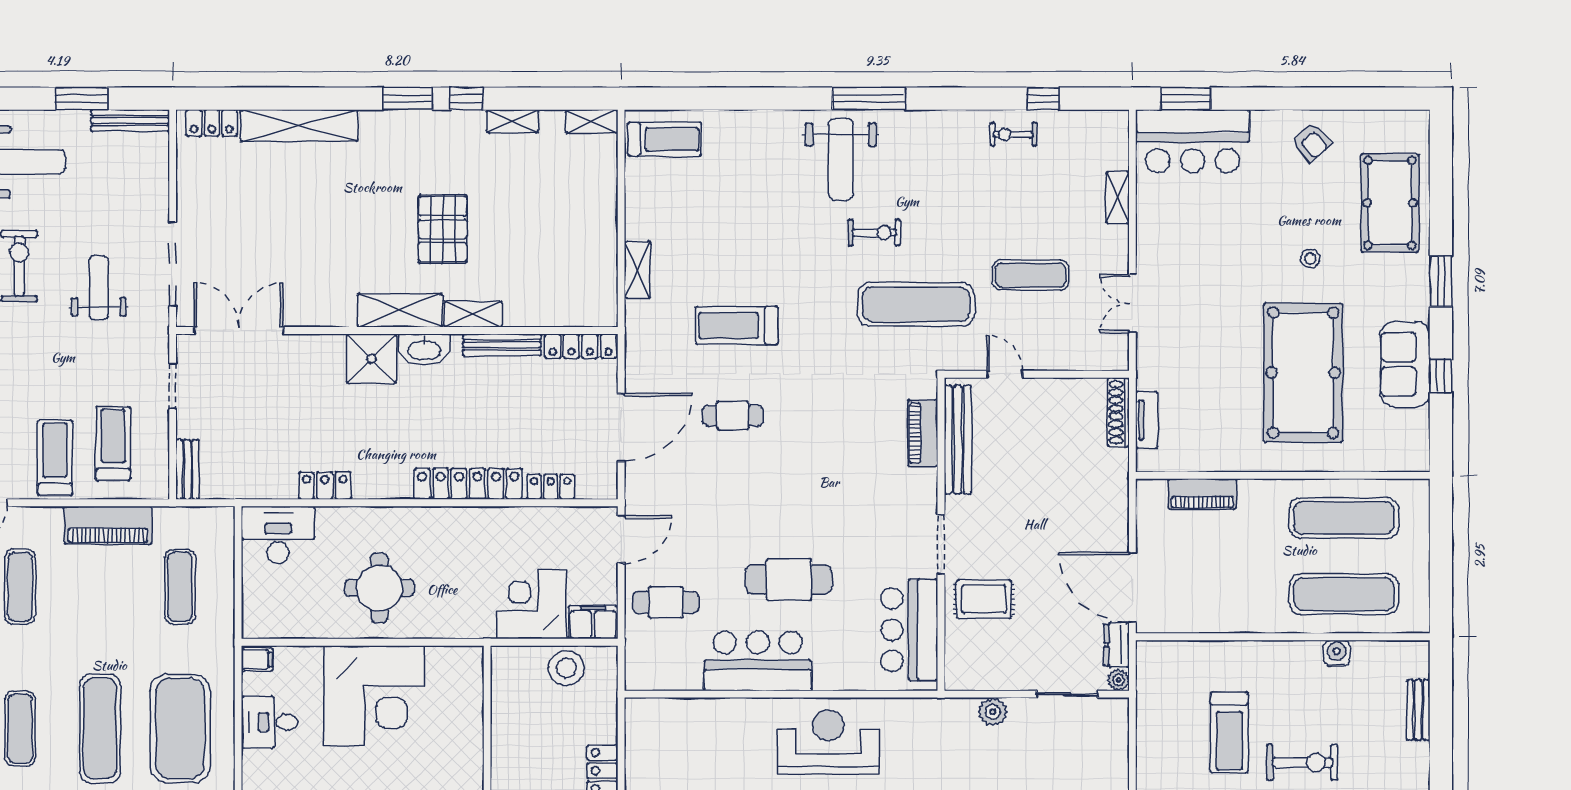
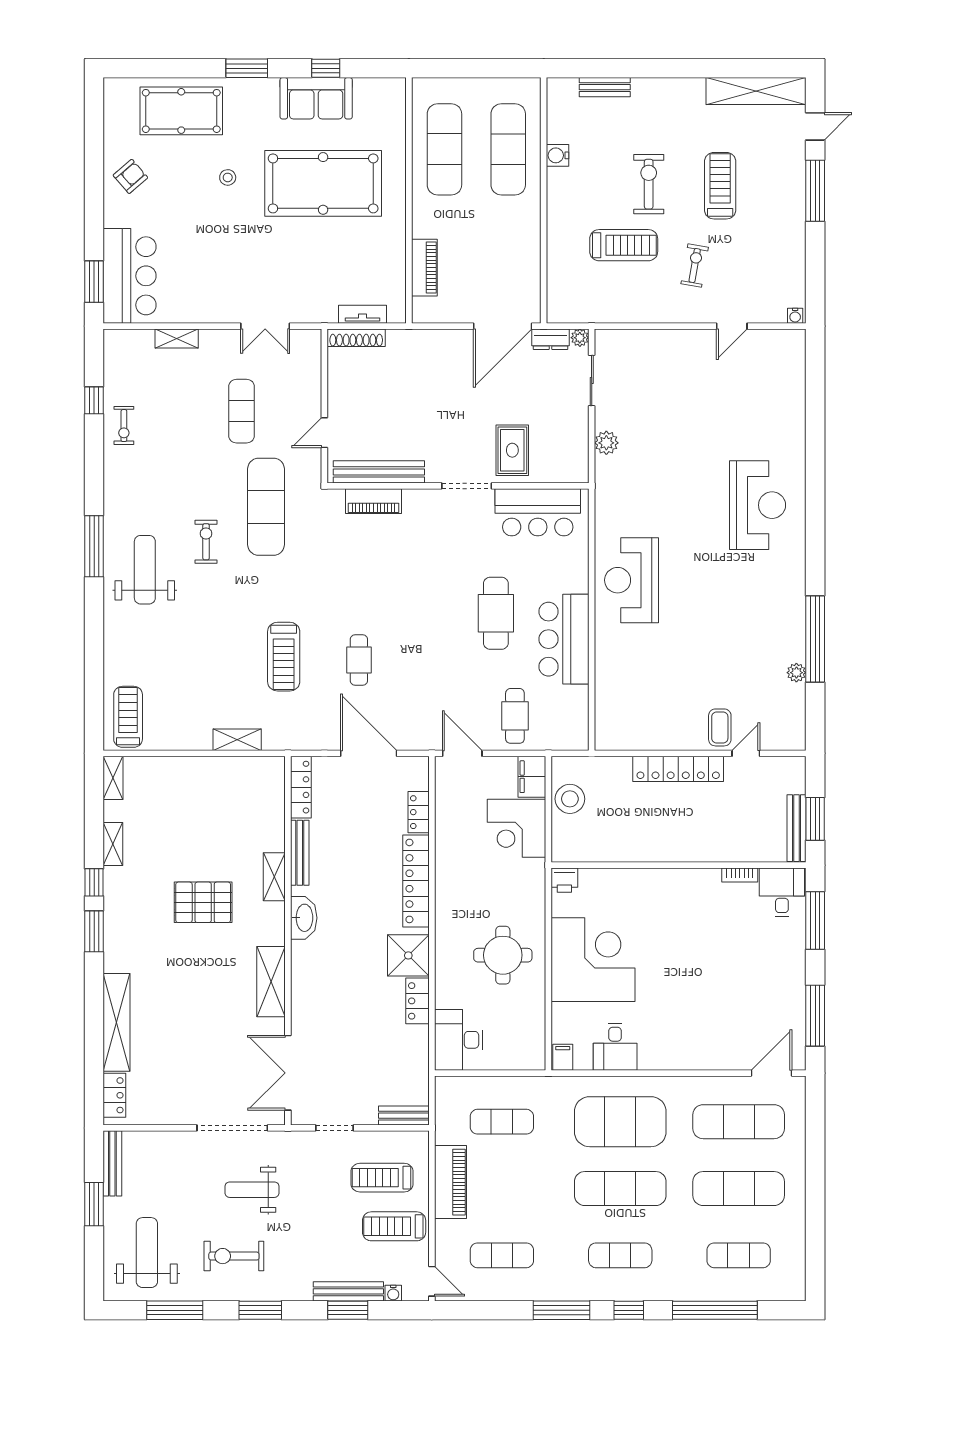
weight bench: (841, 159) -> (145, 570), turned -90
shelving: (400, 310) -> (271, 982), moved
shower: (371, 359) -> (408, 955), moved
printer: (469, 662) -> (564, 880), added

